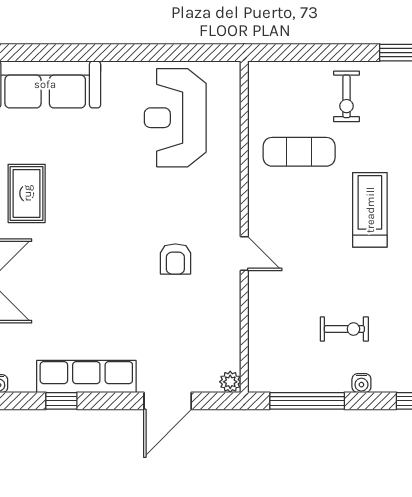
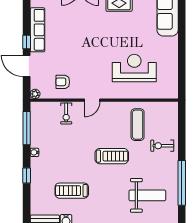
reception desk: (175, 118) -> (134, 68), moved
armchair: (175, 259) -> (63, 82), moved
exercise bike: (344, 329) -> (66, 113), moved
window: (61, 401) -> (27, 42), moved

